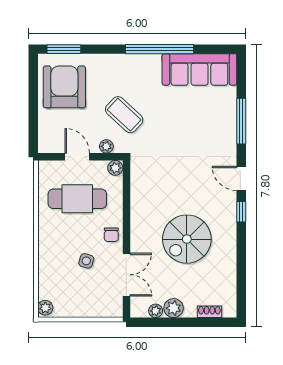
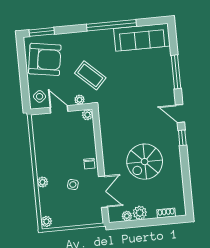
armchair: (64, 87) -> (45, 59), turned 99
side table: (52, 137) -> (40, 96), added
cafe table: (77, 199) -> (62, 140), removed
plant: (45, 254) -> (43, 182), added

